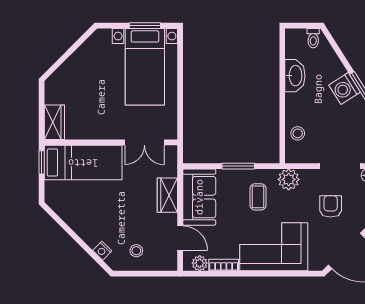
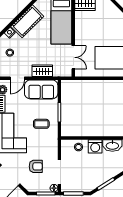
washing machine: (345, 89) -> (95, 146), moved, turned -148
double door: (144, 142) -> (73, 57), swing flipped
plant: (289, 179) -> (52, 142), removed
cot: (83, 221) -> (27, 21), added

